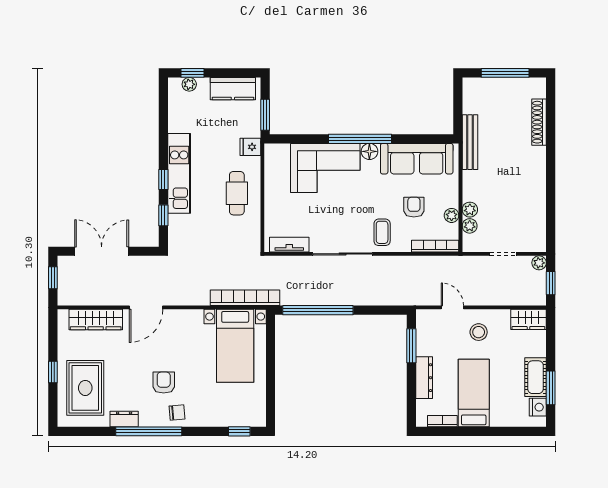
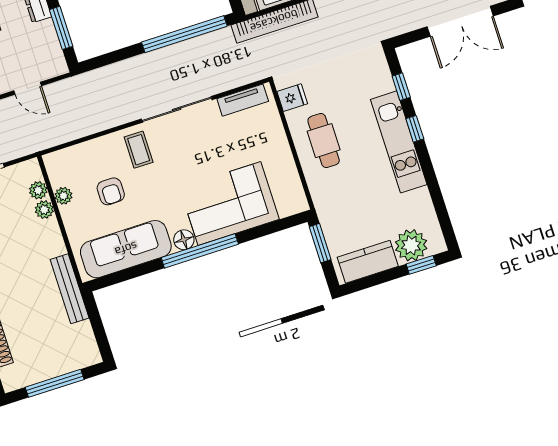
plant: (189, 84) -> (411, 245), width x1.87, depth x1.87
fridge: (250, 147) -> (292, 98), moved
bookcase: (435, 246) -> (71, 154), removed

